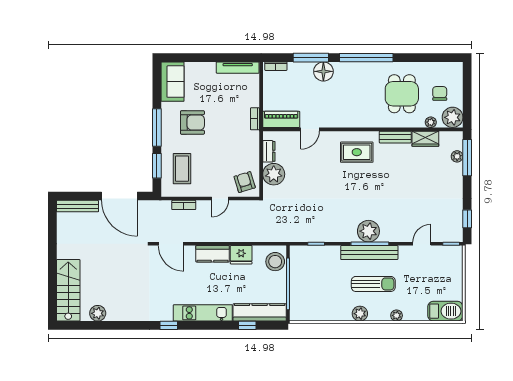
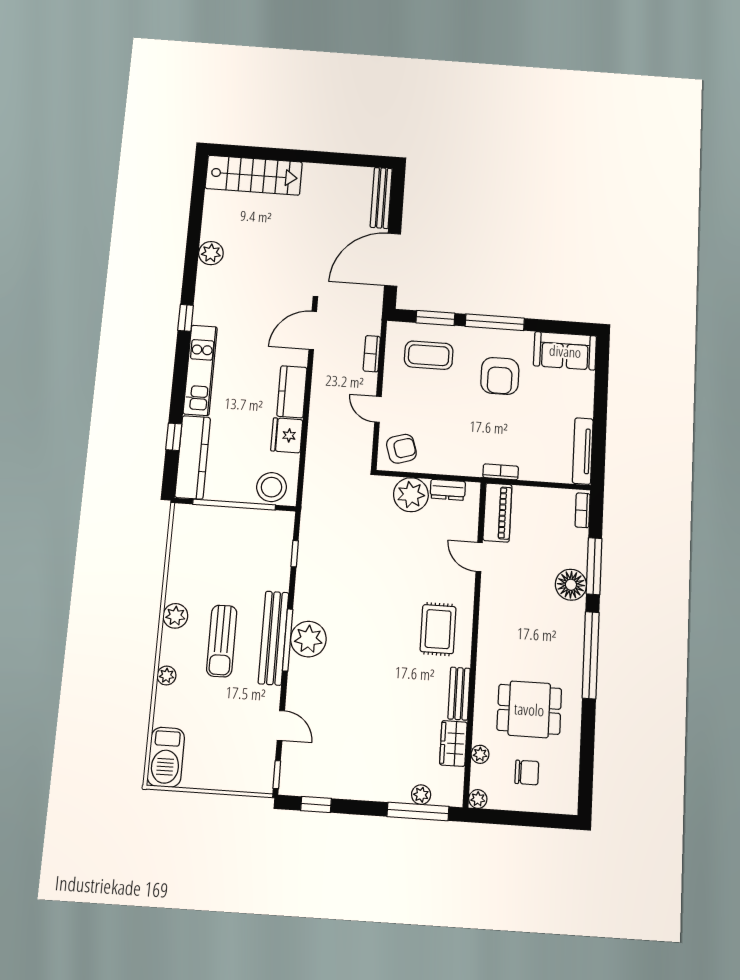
plant: (453, 117) -> (478, 799), width x0.53, depth x0.53
plant: (98, 313) -> (211, 253), moved

